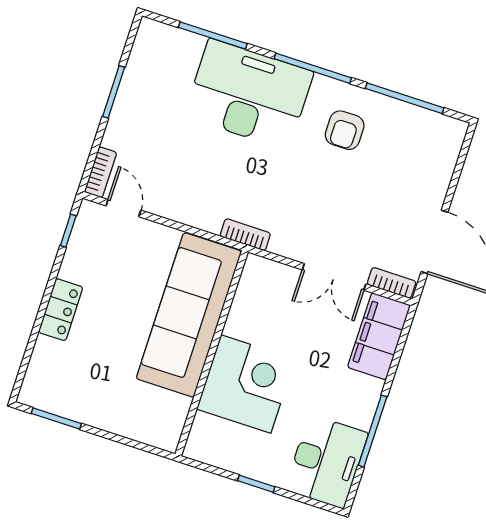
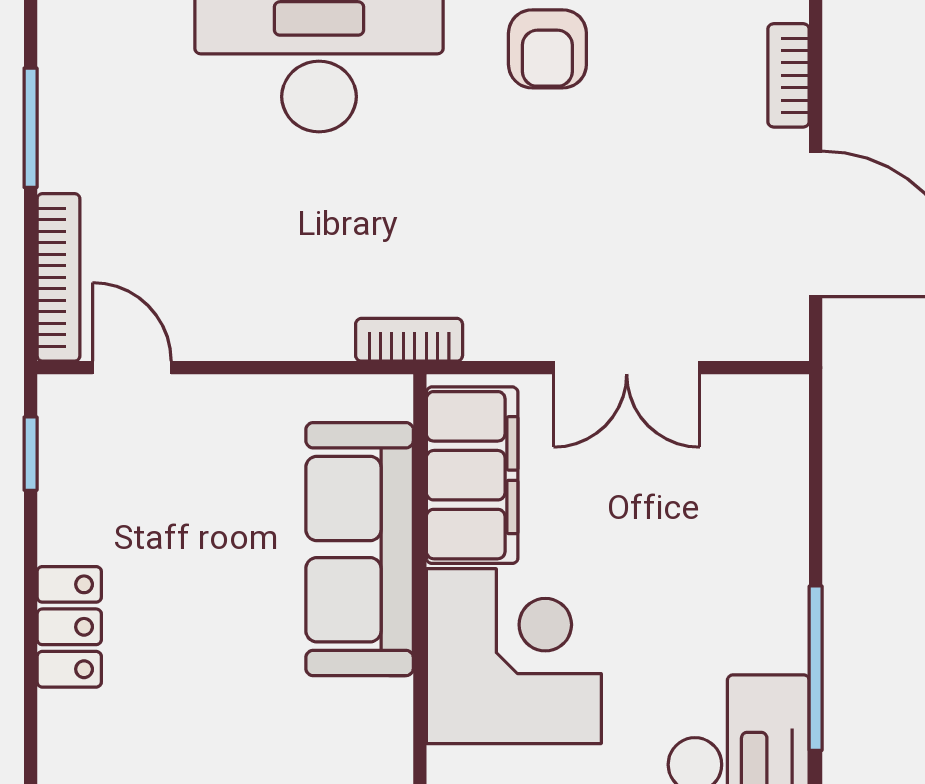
bookcase: (101, 172) -> (59, 277), width x1.56
bookcase: (392, 283) -> (788, 75), moved, turned -90
sofa: (189, 315) -> (360, 549), width x0.74, depth x0.79
filing cabinet: (379, 336) -> (472, 475), moved, turned 180

